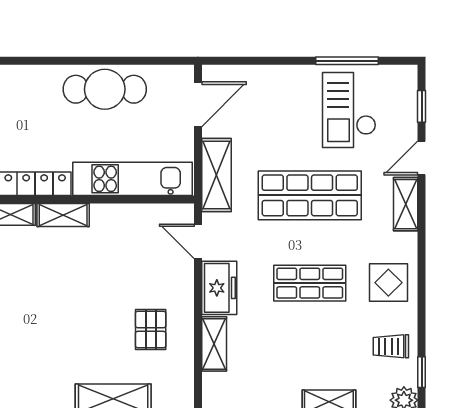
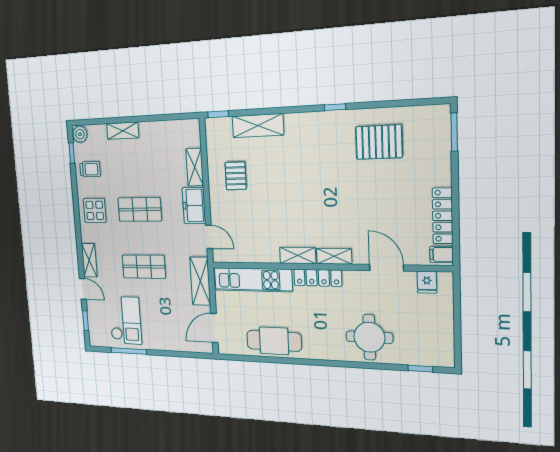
door: (422, 158) -> (83, 289), hinge flipped
shop shelf: (310, 195) -> (144, 267), width x0.70, depth x0.74

